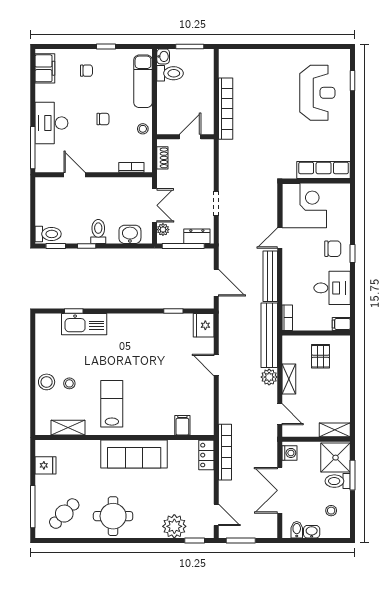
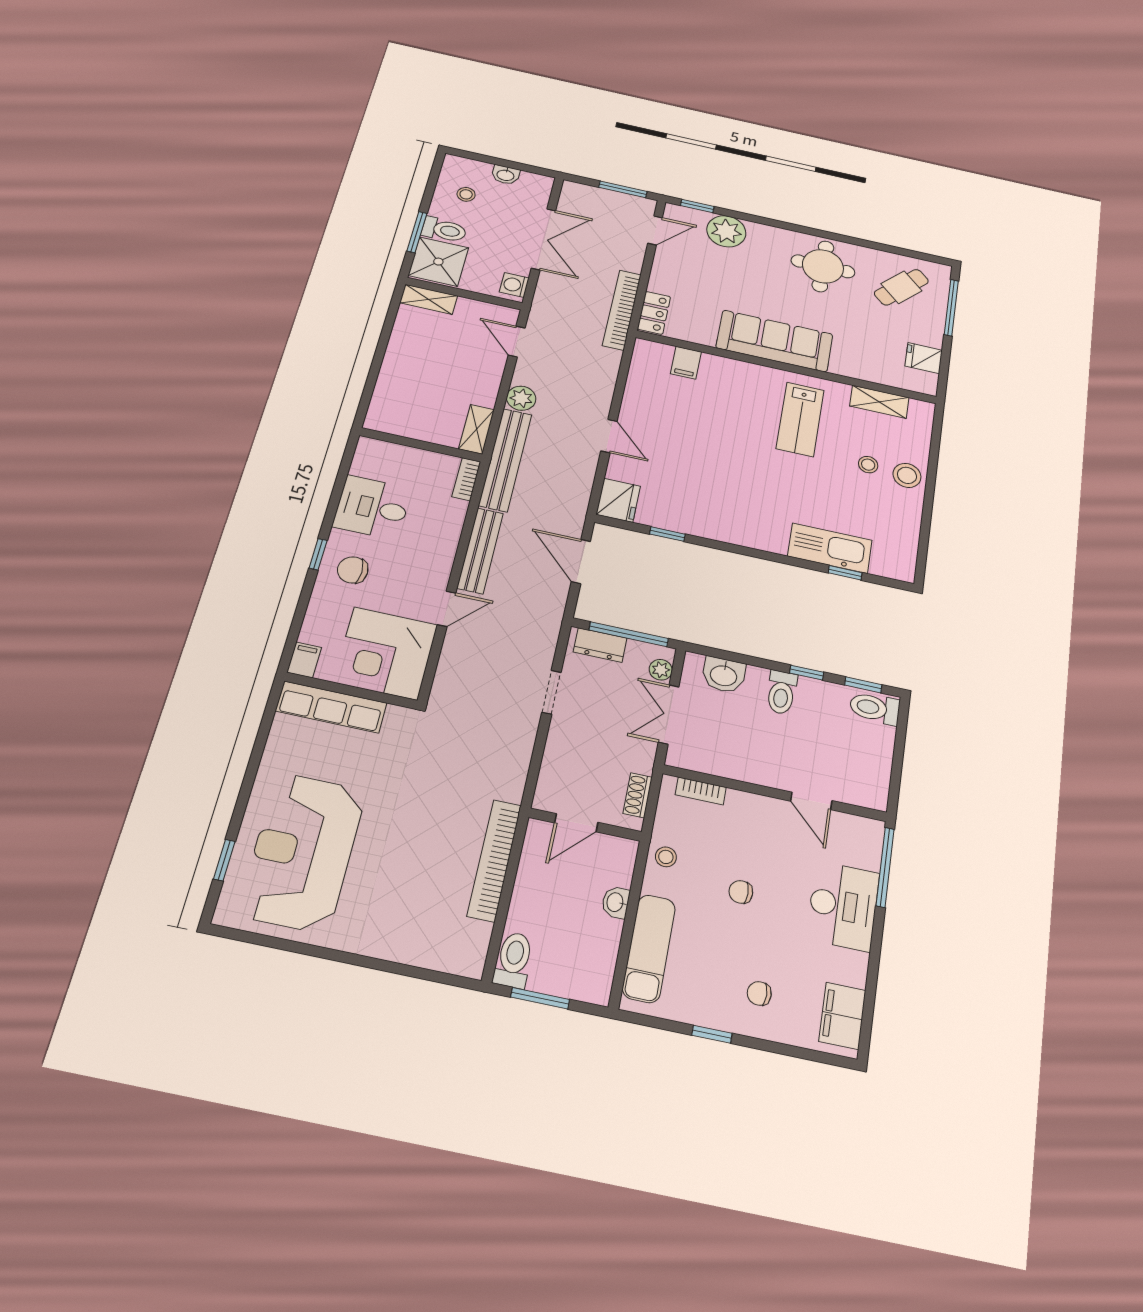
washbasin: (163, 56) -> (616, 902), moved
toilet: (170, 73) -> (514, 960), moved, turned 90
reception desk: (317, 93) -> (303, 852), width x1.36, depth x1.30
filing cabinet: (341, 324) -> (304, 660), moved, turned -90
pallet: (321, 356) -> (423, 409), removed
shelving: (289, 379) -> (477, 429), moved
door: (216, 515) -> (655, 231), swing flipped
bidet: (297, 530) -> (529, 183), removed

